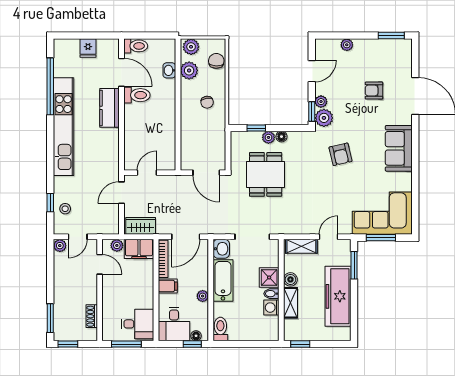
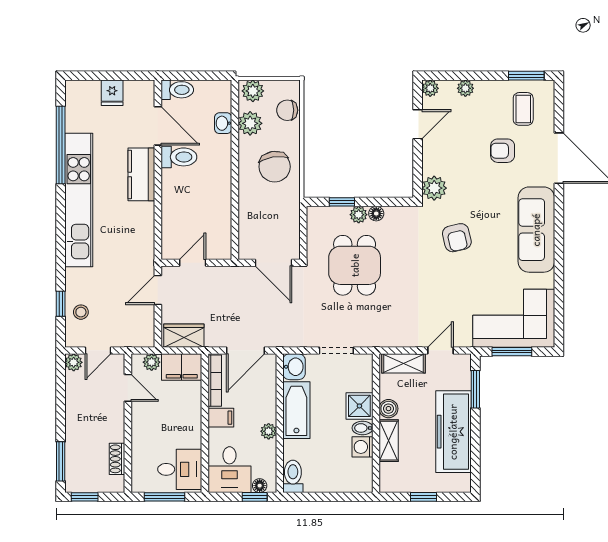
coffee table: (389, 60) -> (523, 109), added
chair: (216, 61) -> (287, 110), turned -92
chair: (207, 102) -> (275, 167), width x1.87, depth x1.87
plant: (321, 102) -> (430, 88), moved
window: (312, 112) -> (418, 179), removed
sofa: (399, 148) -> (536, 230), width x1.36
doorway: (252, 237) -> (336, 350), width x0.73
window: (300, 344) -> (424, 497), moved

